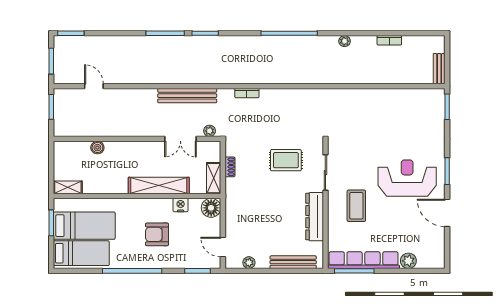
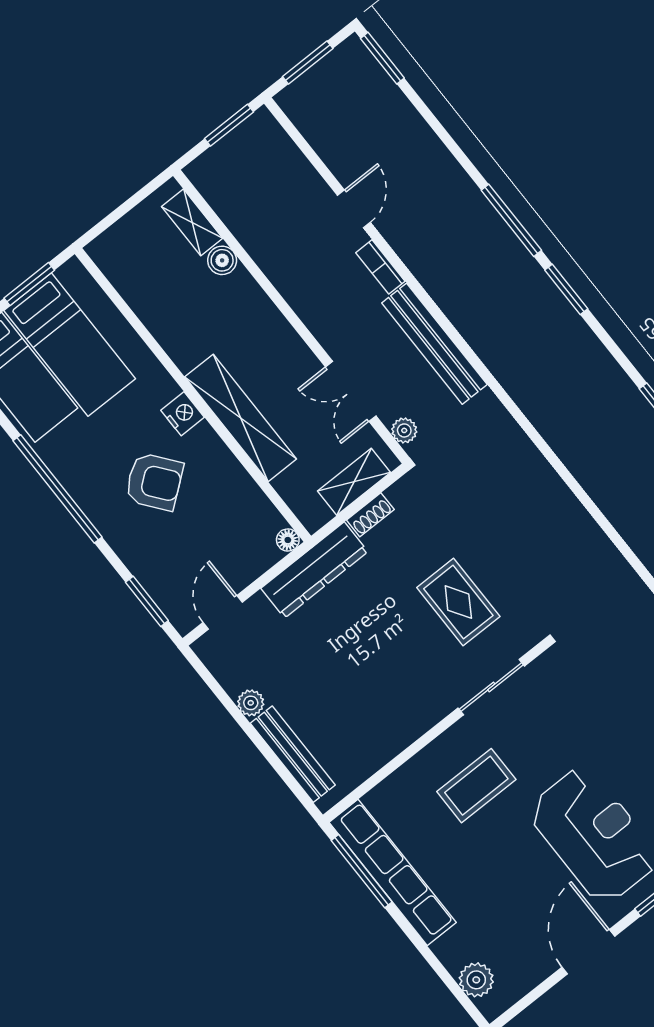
door: (94, 86) -> (354, 209), moved
bookcase: (247, 93) -> (380, 267), moved
shelving: (214, 178) -> (354, 482), moved
shelving: (68, 187) -> (192, 222), moved
nightstand: (181, 205) -> (183, 414), moved
floor lamp: (211, 208) -> (288, 540), width x0.53, depth x0.53
dresser: (315, 217) -> (314, 570), moved, turned 180
armchair: (157, 234) -> (154, 482), turned 142
plant: (408, 261) -> (476, 980), moved
plant: (249, 263) -> (251, 703), moved

